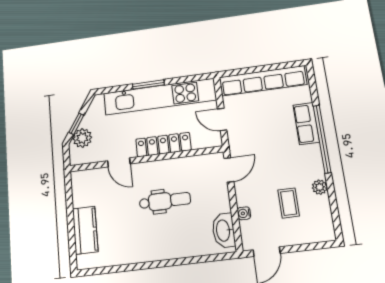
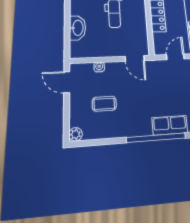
plant: (320, 187) -> (75, 134), moved
washbasin: (224, 230) -> (77, 28), moved, turned 90

